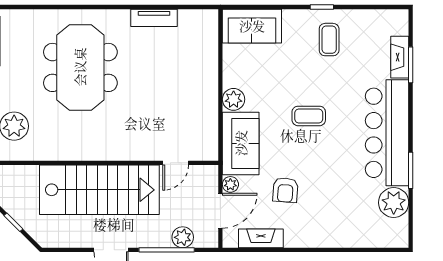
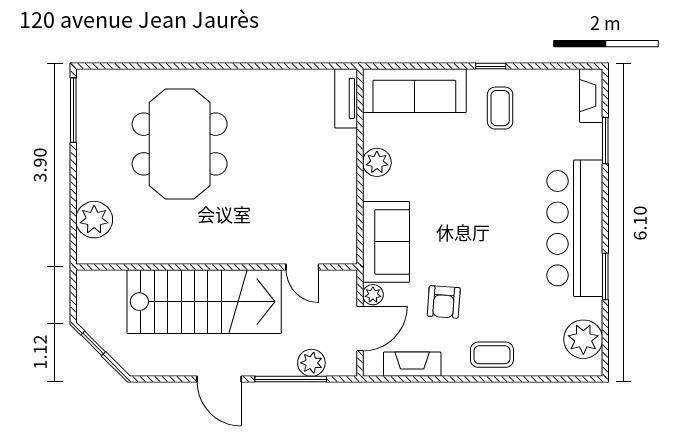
tv unit: (154, 18) -> (346, 98), moved, turned 90
sofa: (252, 26) -> (414, 91), width x1.36
fireplace: (400, 57) -> (591, 96), moved
plant: (234, 99) -> (377, 162), moved
coffee table: (309, 116) -> (492, 355), moved
door: (176, 163) -> (302, 267), hinge flipped
plant: (394, 203) -> (583, 339), moved

